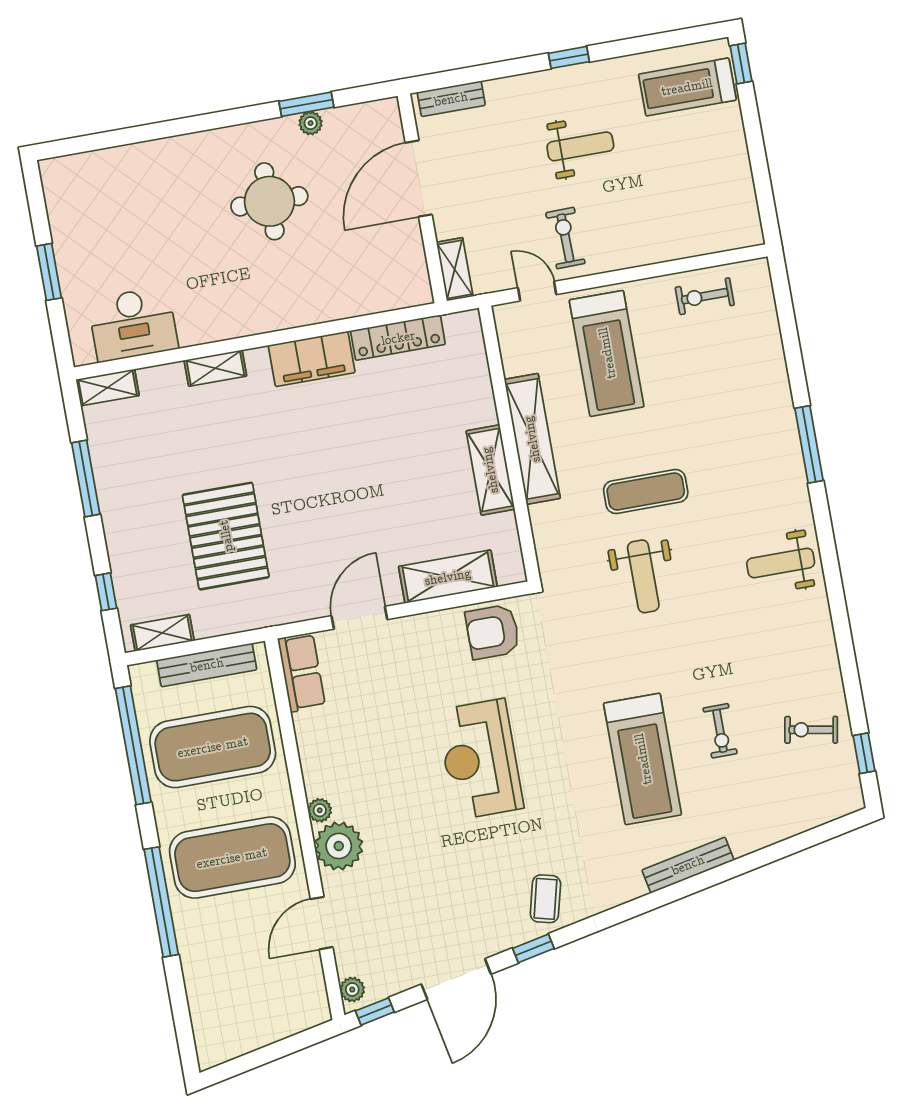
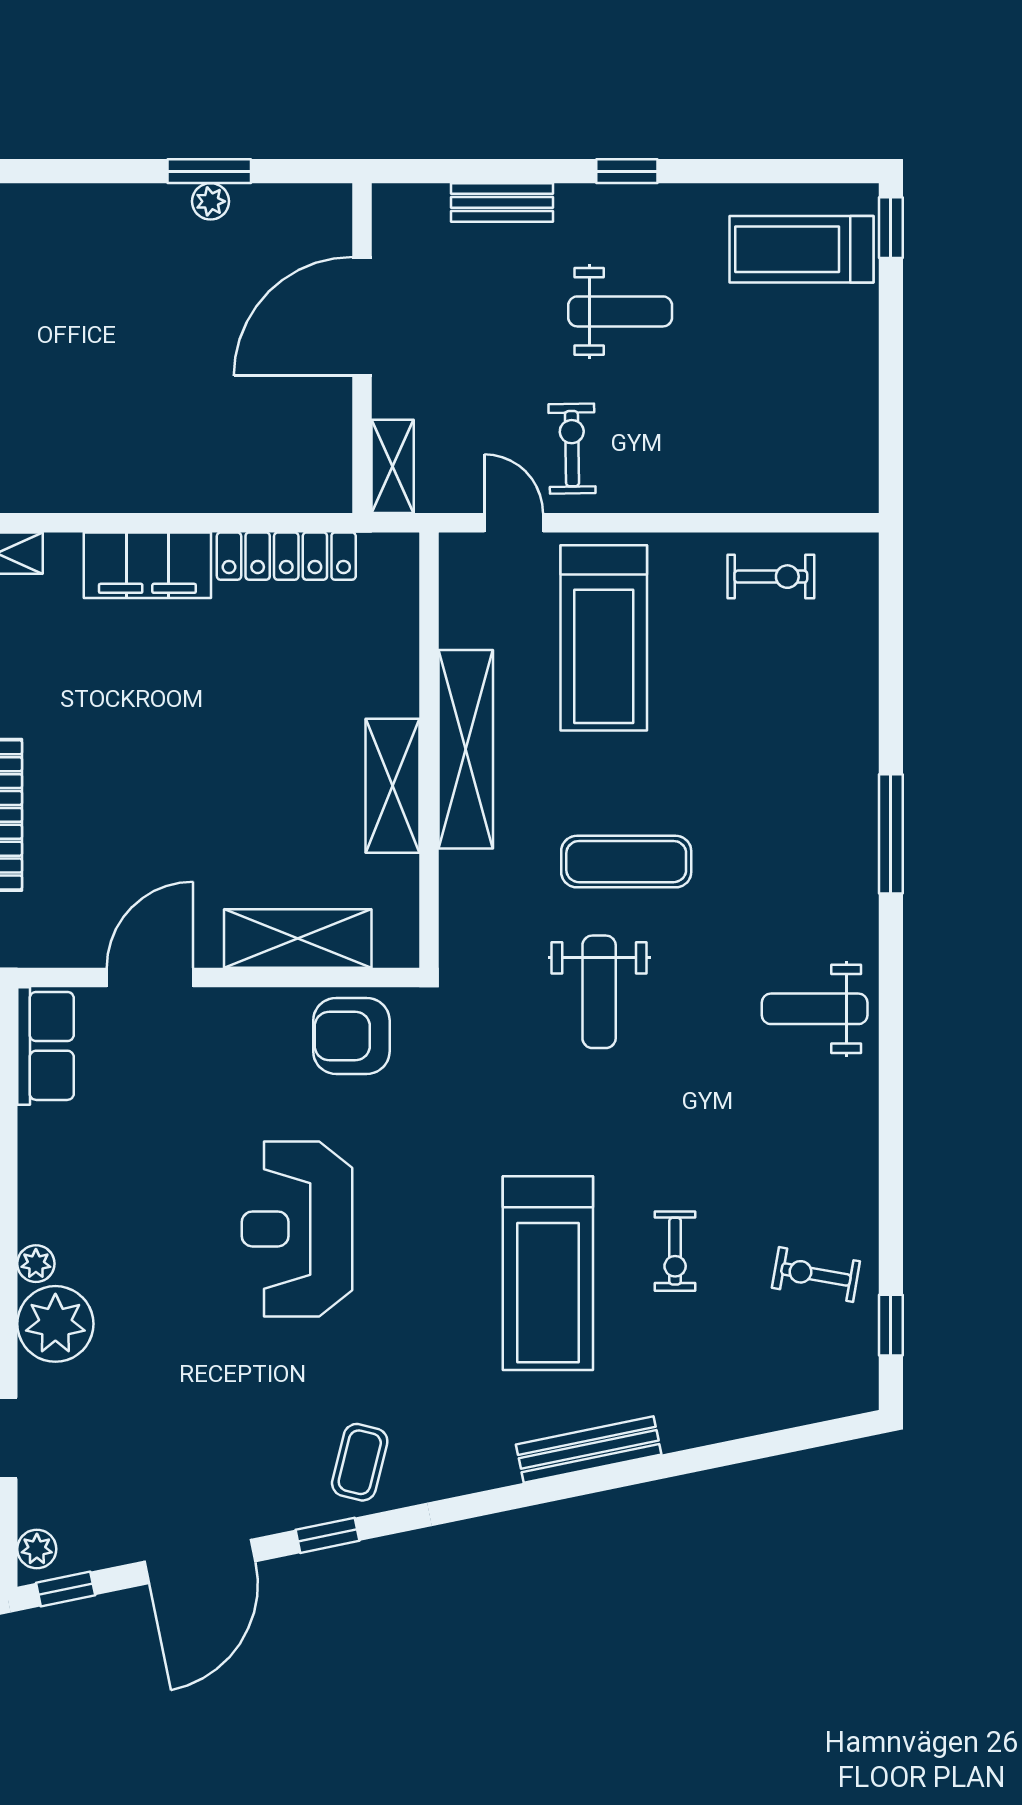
bench: (451, 99) -> (502, 202), moved
round table: (269, 201) -> (126, 311), removed
exercise bike: (705, 296) -> (771, 577), turned 180

